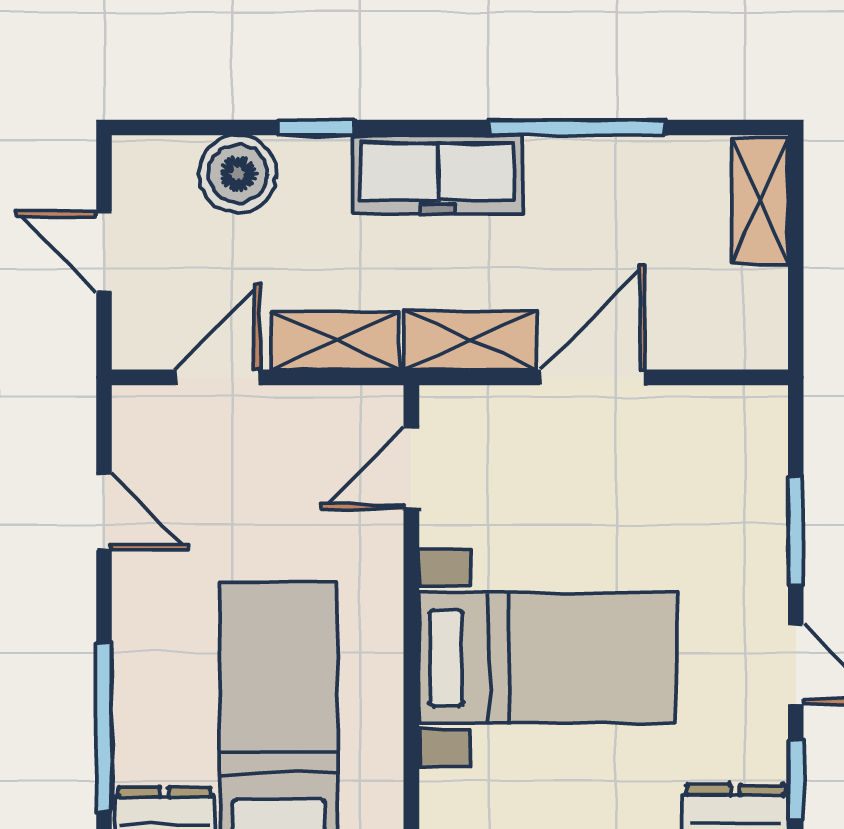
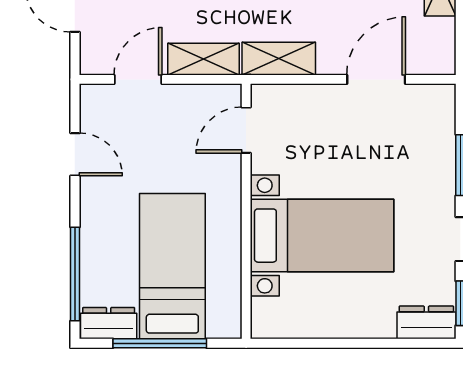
door: (593, 377) -> (376, 79), moved

